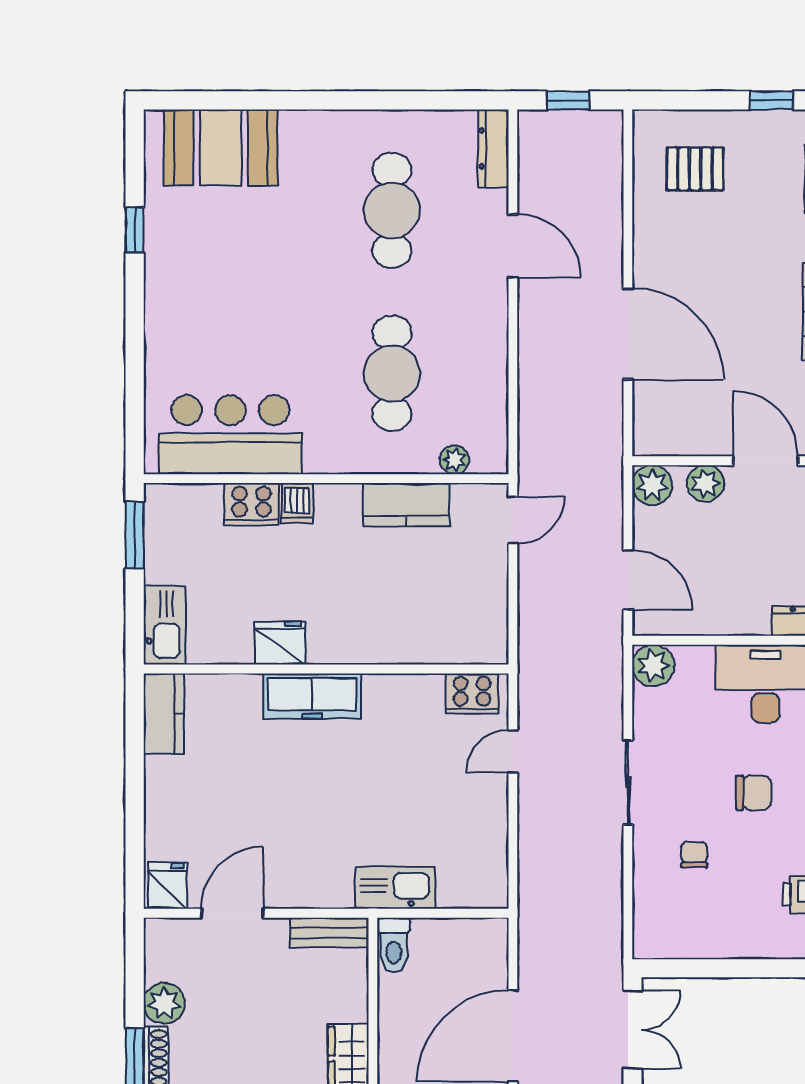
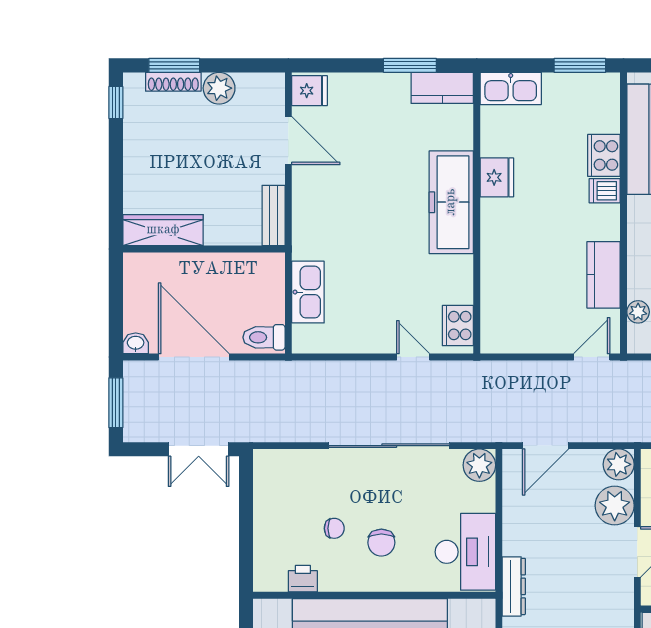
plant: (705, 483) -> (615, 506), width x1.36, depth x1.36
door: (513, 520) -> (592, 357), swing flipped
freezer: (312, 696) -> (451, 202), width x1.36, depth x1.26
window: (135, 756) -> (410, 65), added
sliding door: (628, 782) -> (389, 446), width x1.86
chair: (694, 855) -> (334, 528), moved
kitchen sink: (395, 888) -> (308, 292), moved
toilet: (394, 945) -> (264, 337), moved

